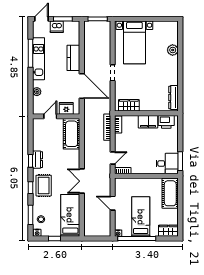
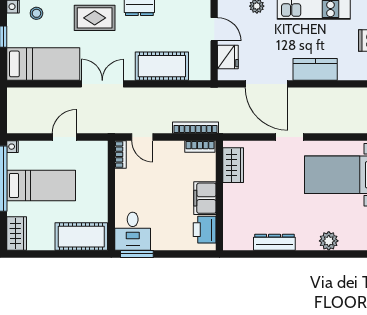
door: (82, 86) -> (266, 84), hinge flipped
dresser: (174, 97) -> (274, 242), moved
cot: (72, 134) -> (162, 66), moved

